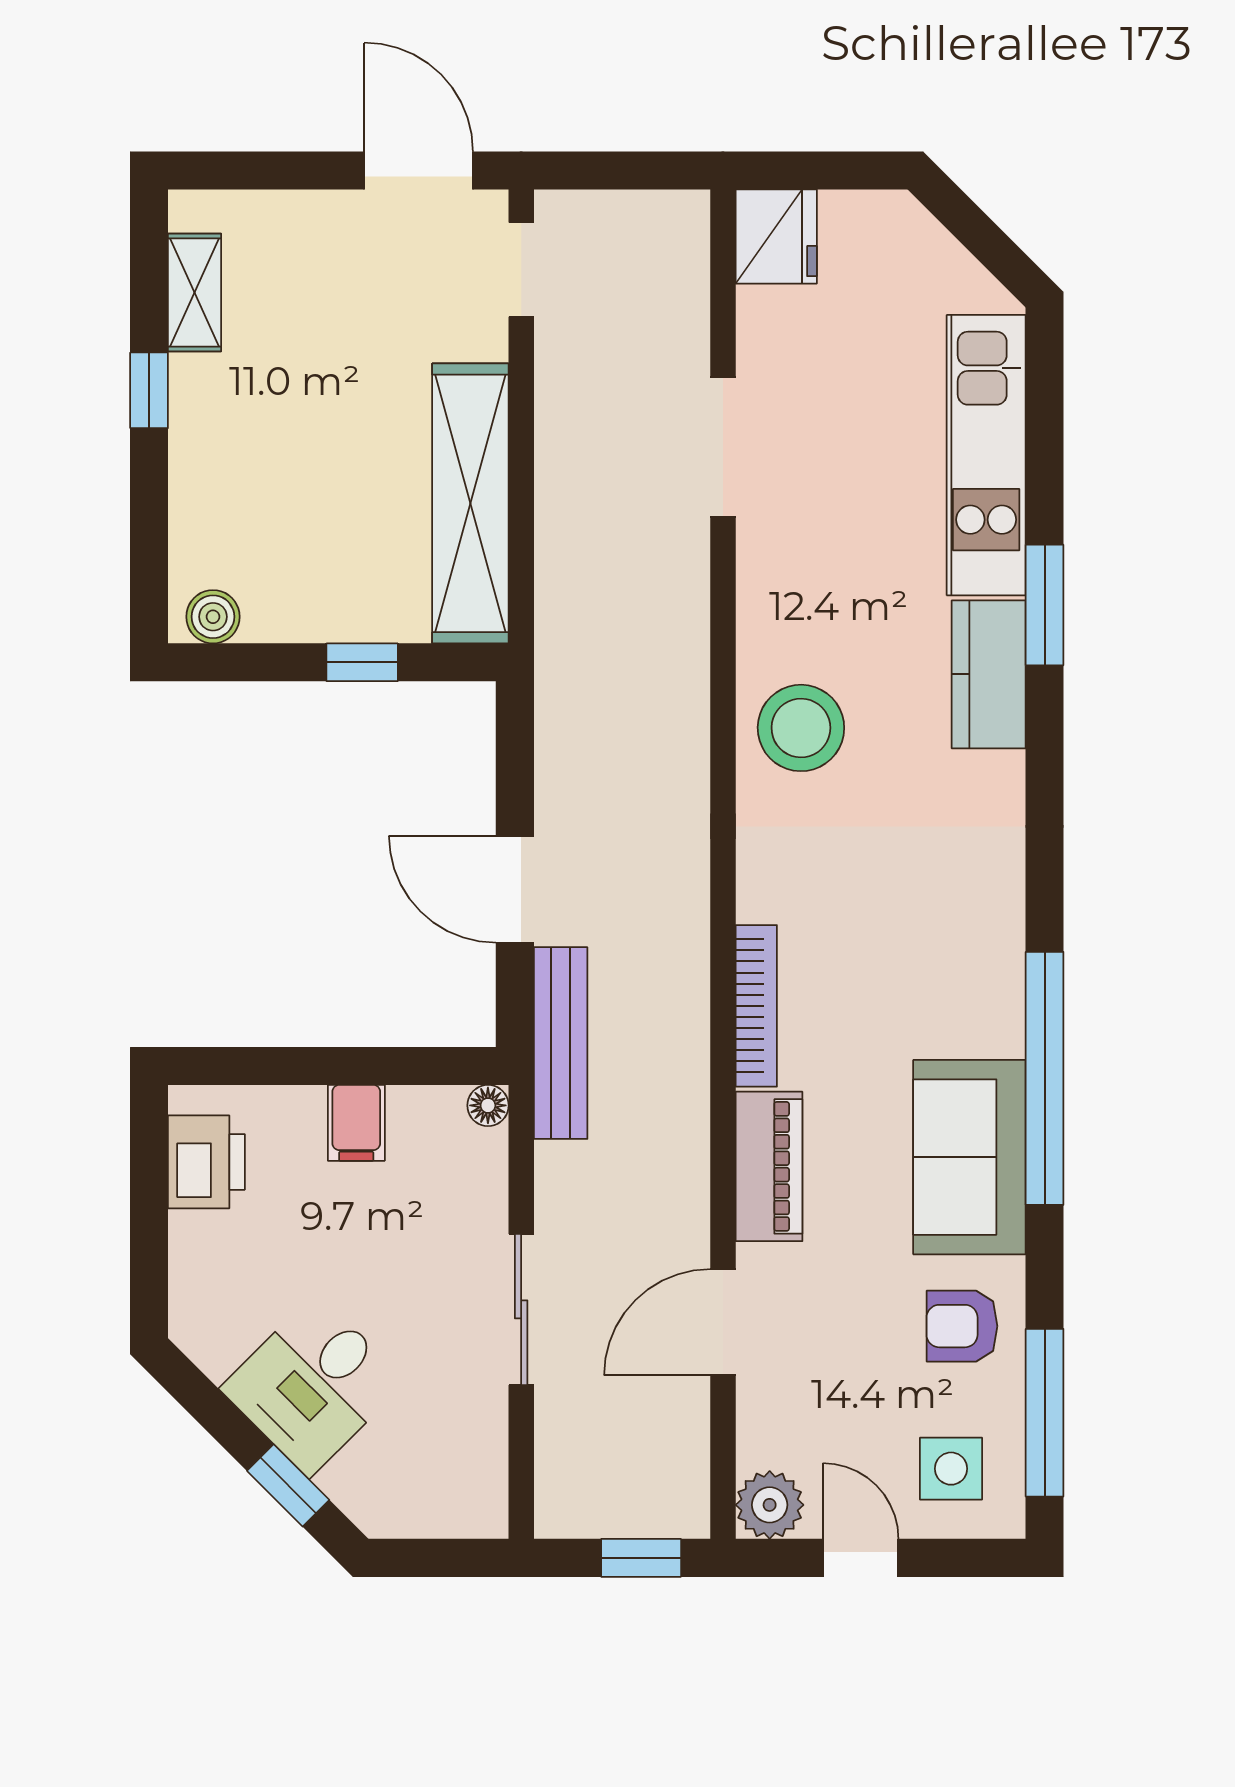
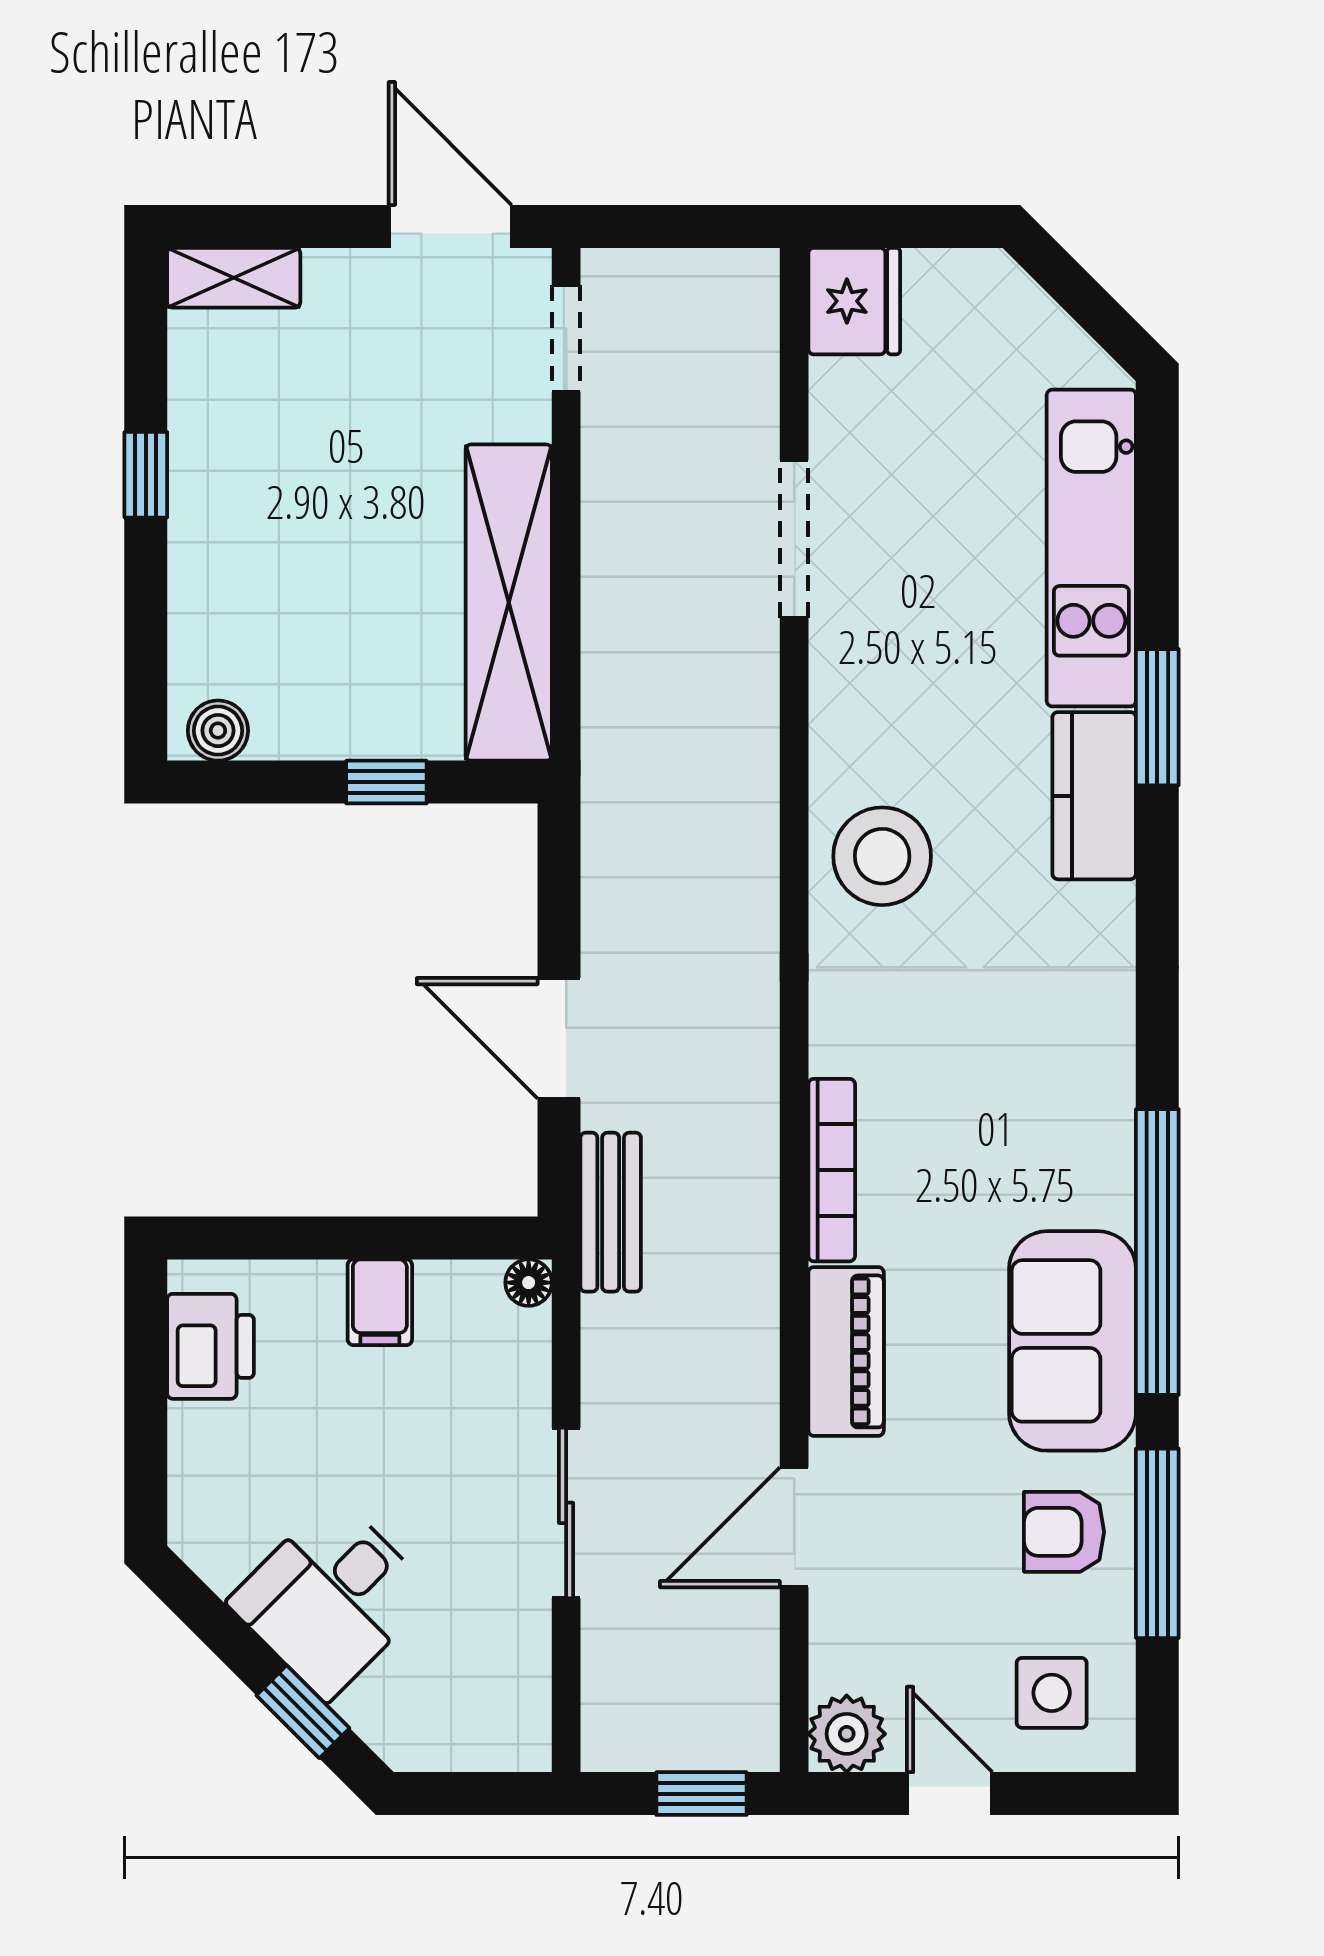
shelving: (194, 293) -> (234, 278), moved, turned 90
bench: (561, 1043) -> (611, 1212), width x0.73
window: (1045, 1413) -> (1157, 1543), moved

